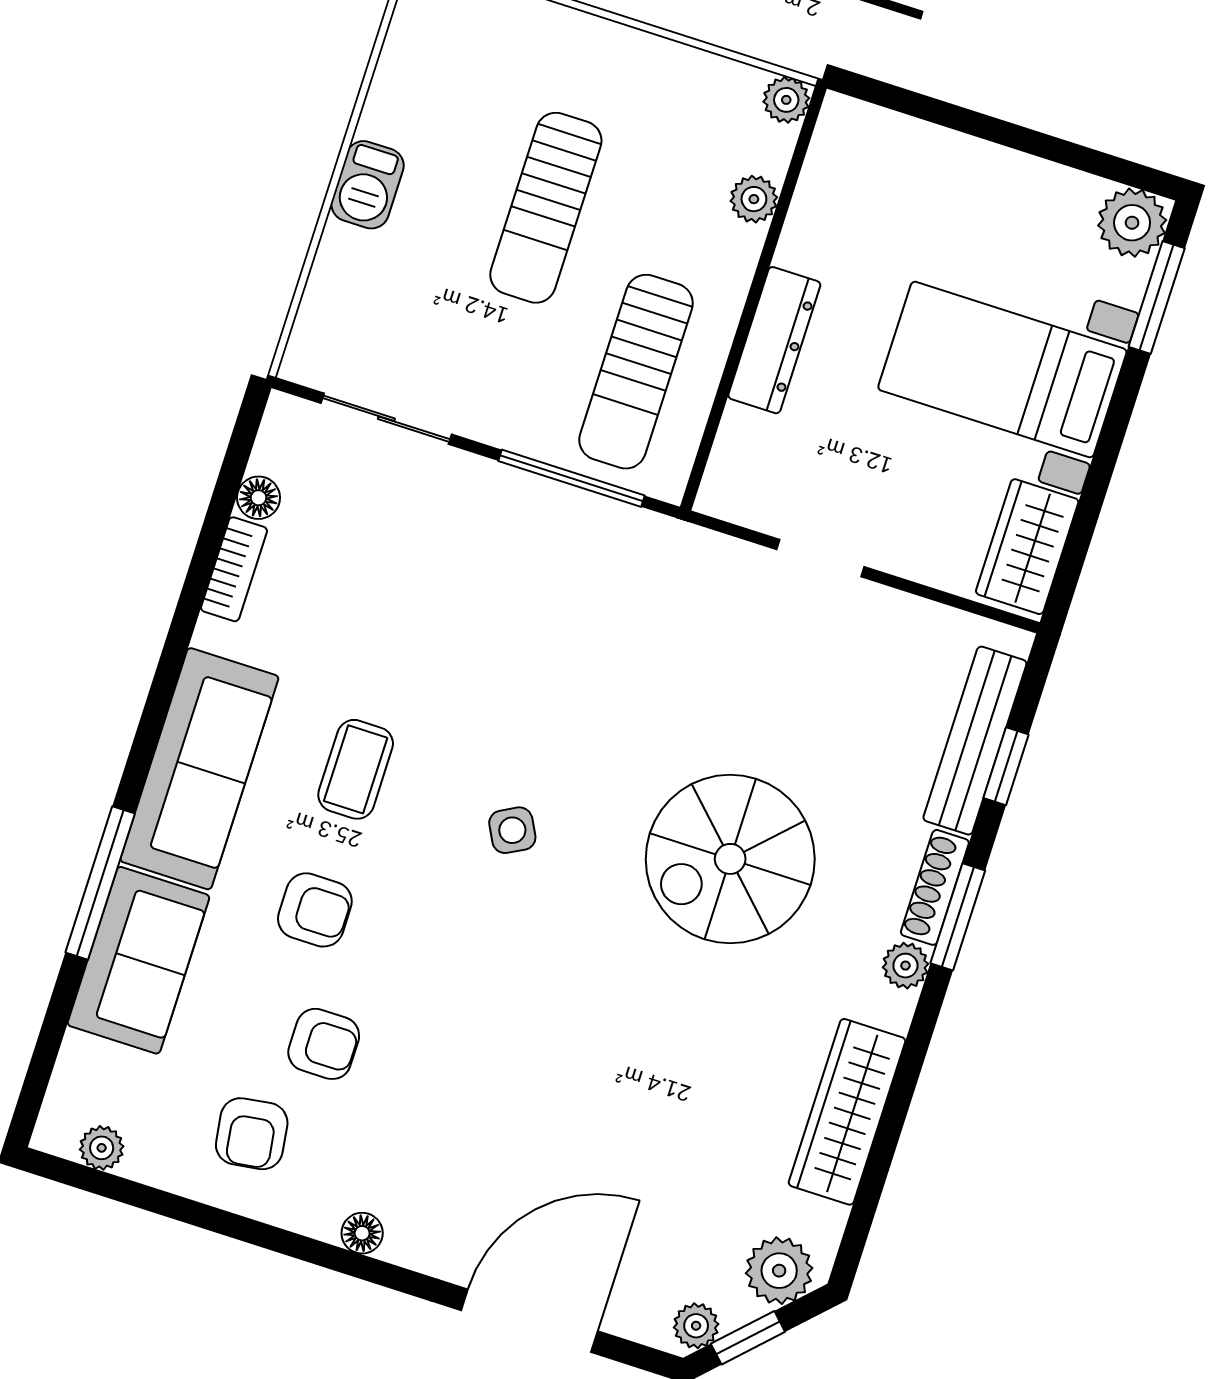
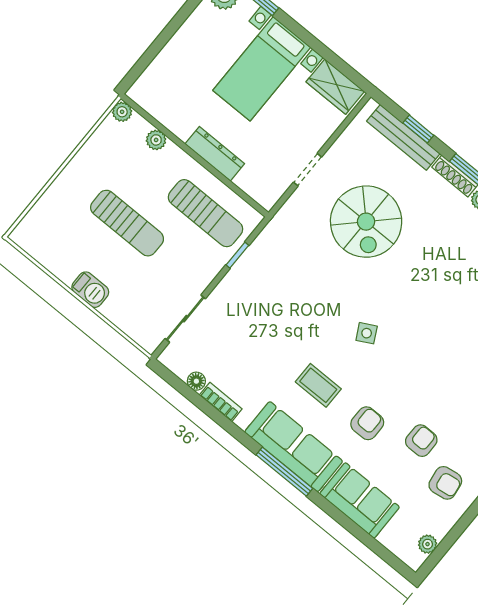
window: (571, 478) -> (237, 255), width x0.46
spiral stairs: (730, 859) -> (366, 222), moved
window: (100, 883) -> (284, 472), moved

